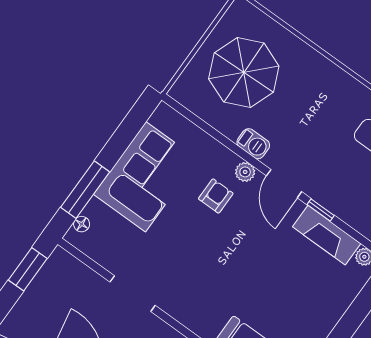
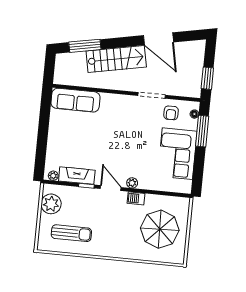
armchair: (216, 196) -> (171, 113), moved

